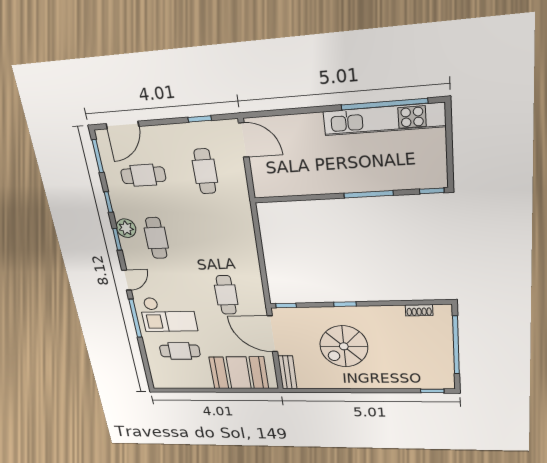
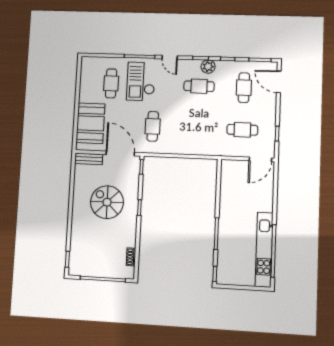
cafe table: (226, 295) -> (153, 126), turned 90
door: (272, 334) -> (120, 153), hinge flipped

